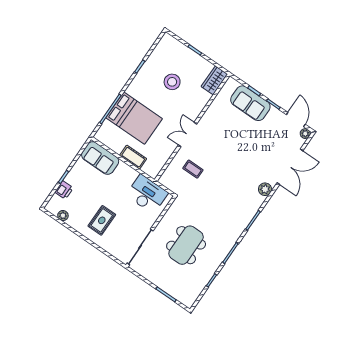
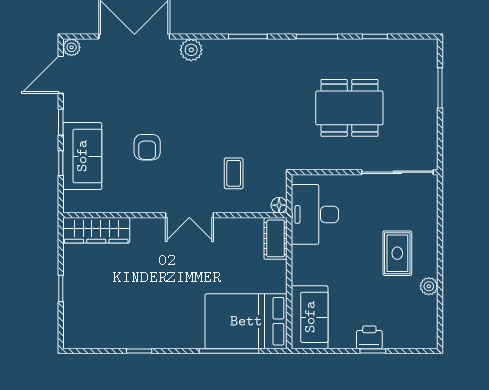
wardrobe: (214, 80) -> (96, 230), width x1.50
stool: (172, 82) -> (129, 289), removed
bed: (134, 118) -> (246, 321), moved, turned -90
armchair: (233, 137) -> (147, 147), added
cot: (133, 157) -> (276, 238), moved
floor lamp: (163, 180) -> (279, 205), added
printer: (64, 190) -> (369, 337), moved
plant: (63, 216) -> (429, 286), moved
rug: (102, 220) -> (397, 253), turned 90

